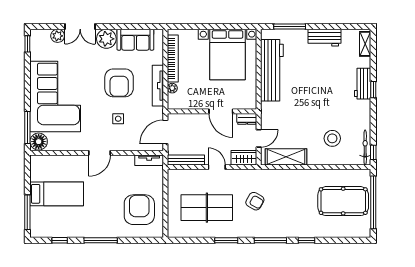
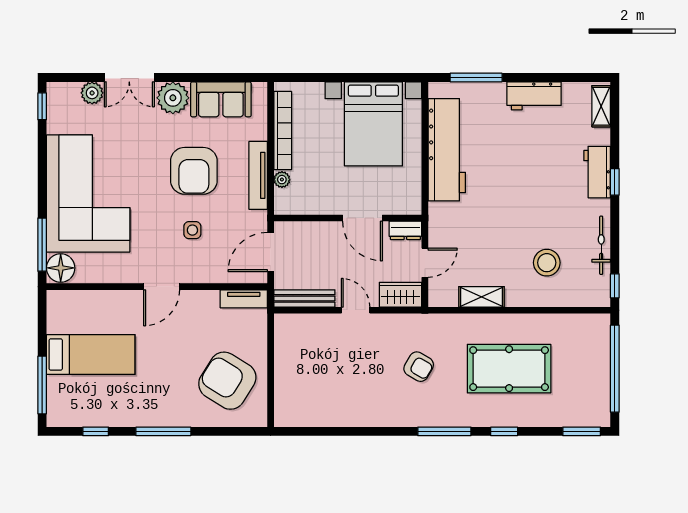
bicycle: (365, 148) -> (601, 245), moved
shelving: (286, 157) -> (481, 297), width x0.67, depth x0.75
pool table: (343, 201) -> (509, 369), moved
table tennis table: (207, 208) -> (339, 377), removed
armchair: (139, 210) -> (227, 381), turned -58
window: (226, 240) -> (582, 431), moved

